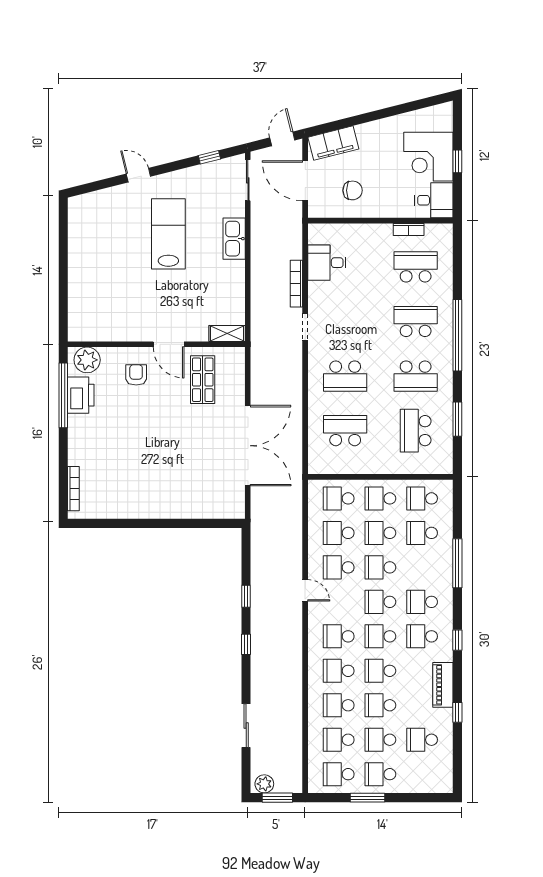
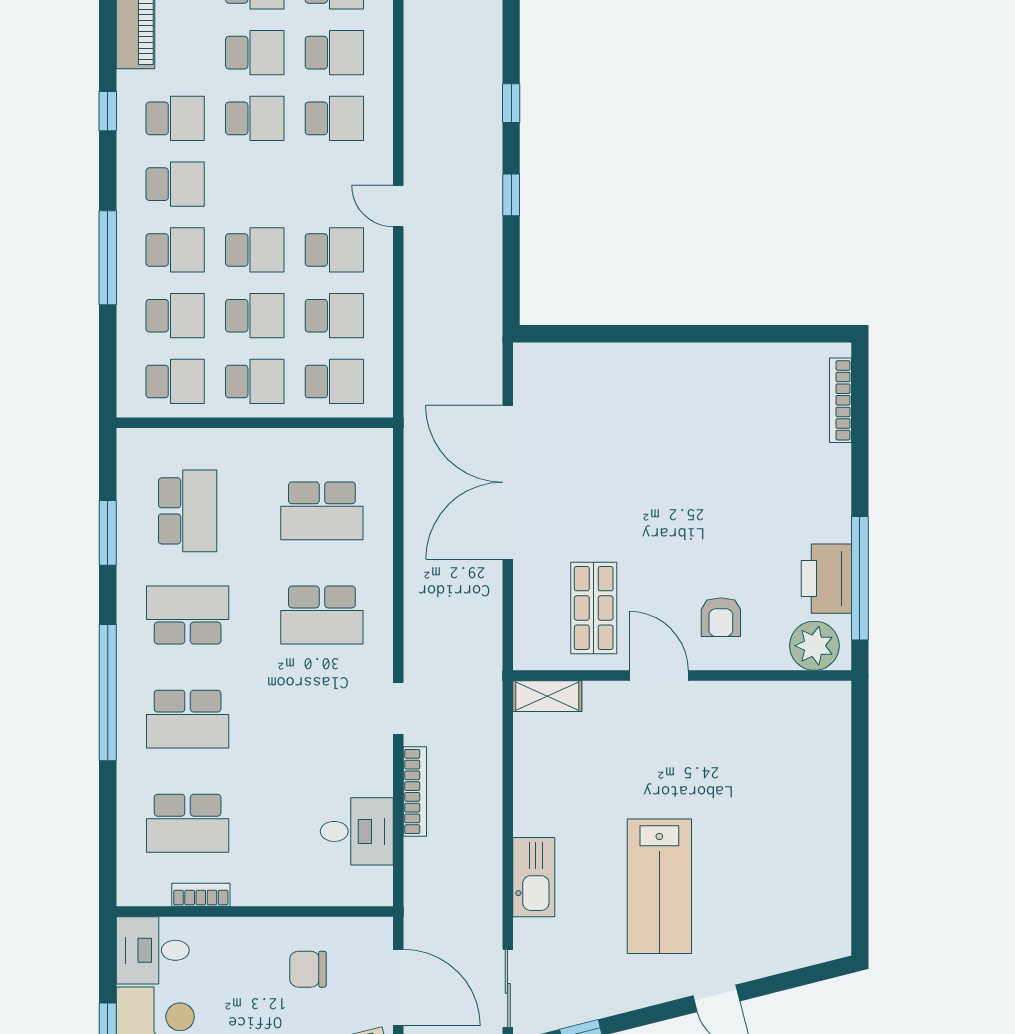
school desk: (345, 376) -> (322, 615), turned 180
school desk: (380, 602) -> (175, 250), moved

